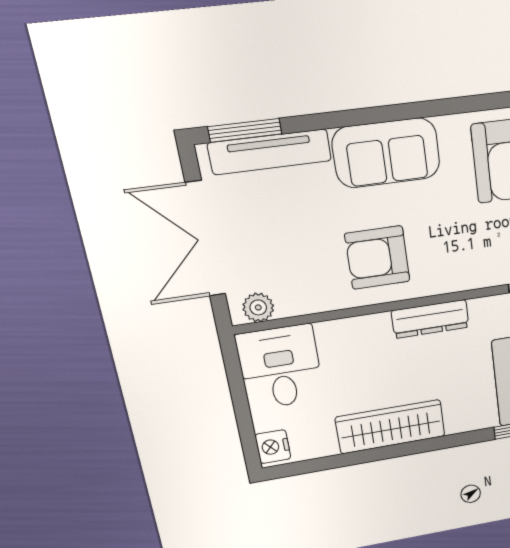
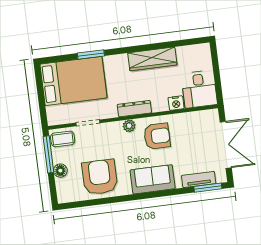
tv unit: (270, 152) -> (199, 179), width x0.71
plant: (258, 307) -> (129, 126), moved
nightstand: (273, 447) -> (176, 103), moved, turned 90

